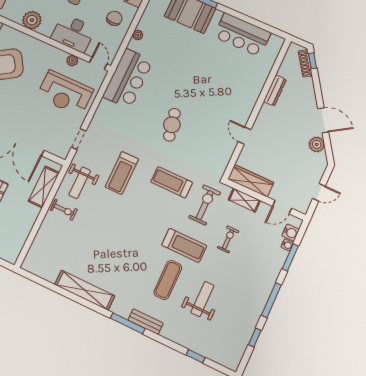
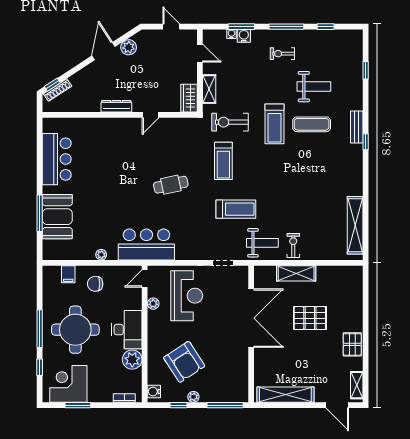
desk: (73, 33) -> (127, 330), moved
dresser: (275, 90) -> (116, 106), moved
wardrobe: (251, 181) -> (189, 98), width x0.67
shelving: (44, 187) -> (296, 273), moved
water cooler: (290, 233) -> (244, 36), moved
exercise bike: (228, 239) -> (282, 54), moved
treadmill: (184, 245) -> (274, 124), turned 180
shelving: (85, 290) -> (355, 225), moved
weight bench: (202, 299) -> (314, 87), turned 180
window: (128, 323) -> (366, 142), width x0.46

